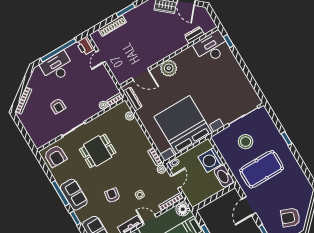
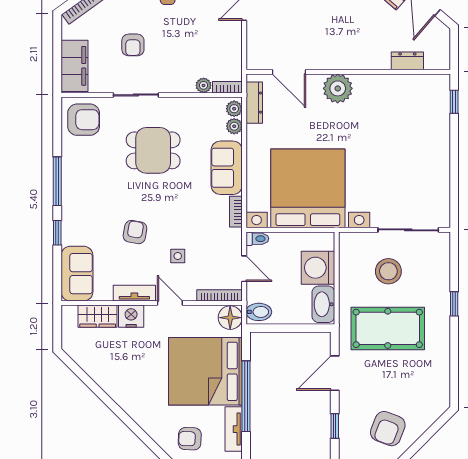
desk: (212, 47) -> (423, 96), removed
filing cabinet: (36, 133) -> (74, 66), added
armchair: (55, 156) -> (84, 120), turned -90
plant: (161, 169) -> (234, 109), moved
door: (175, 182) -> (244, 269), hinge flipped
sofa: (74, 195) -> (227, 168), moved, turned 180
bidet: (195, 198) -> (259, 312), added
armchair: (290, 217) -> (388, 429), turned -90

